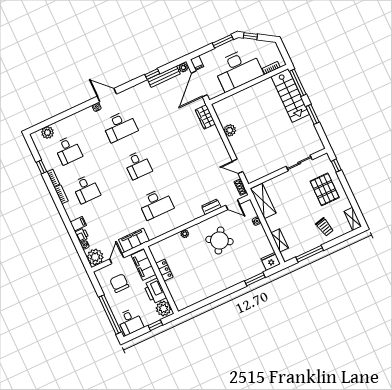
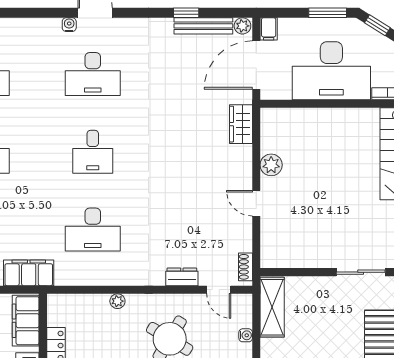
door: (238, 166) -> (256, 203), moved

